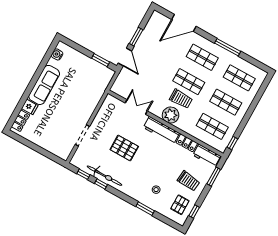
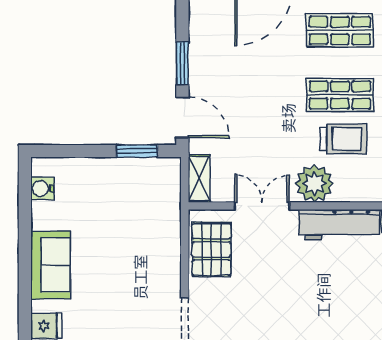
shelving: (118, 84) -> (199, 178), added
sofa: (44, 85) -> (51, 265), width x0.73
plant: (171, 115) -> (314, 183), moved
pallet: (124, 148) -> (211, 249), moved, turned 90

